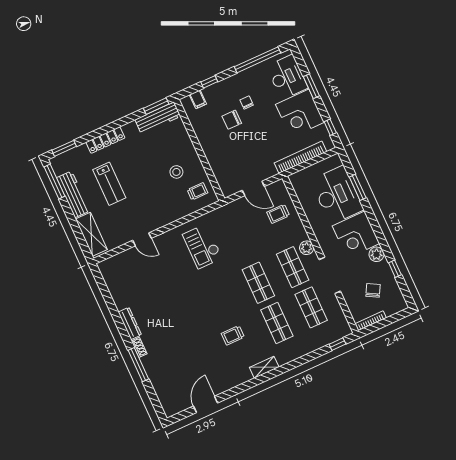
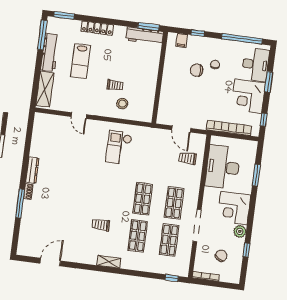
stool: (176, 172) -> (122, 104), moved
trolley: (197, 191) -> (115, 85), moved
desk: (337, 195) -> (223, 167), moved, turned 180
plant: (307, 248) -> (193, 195), removed

